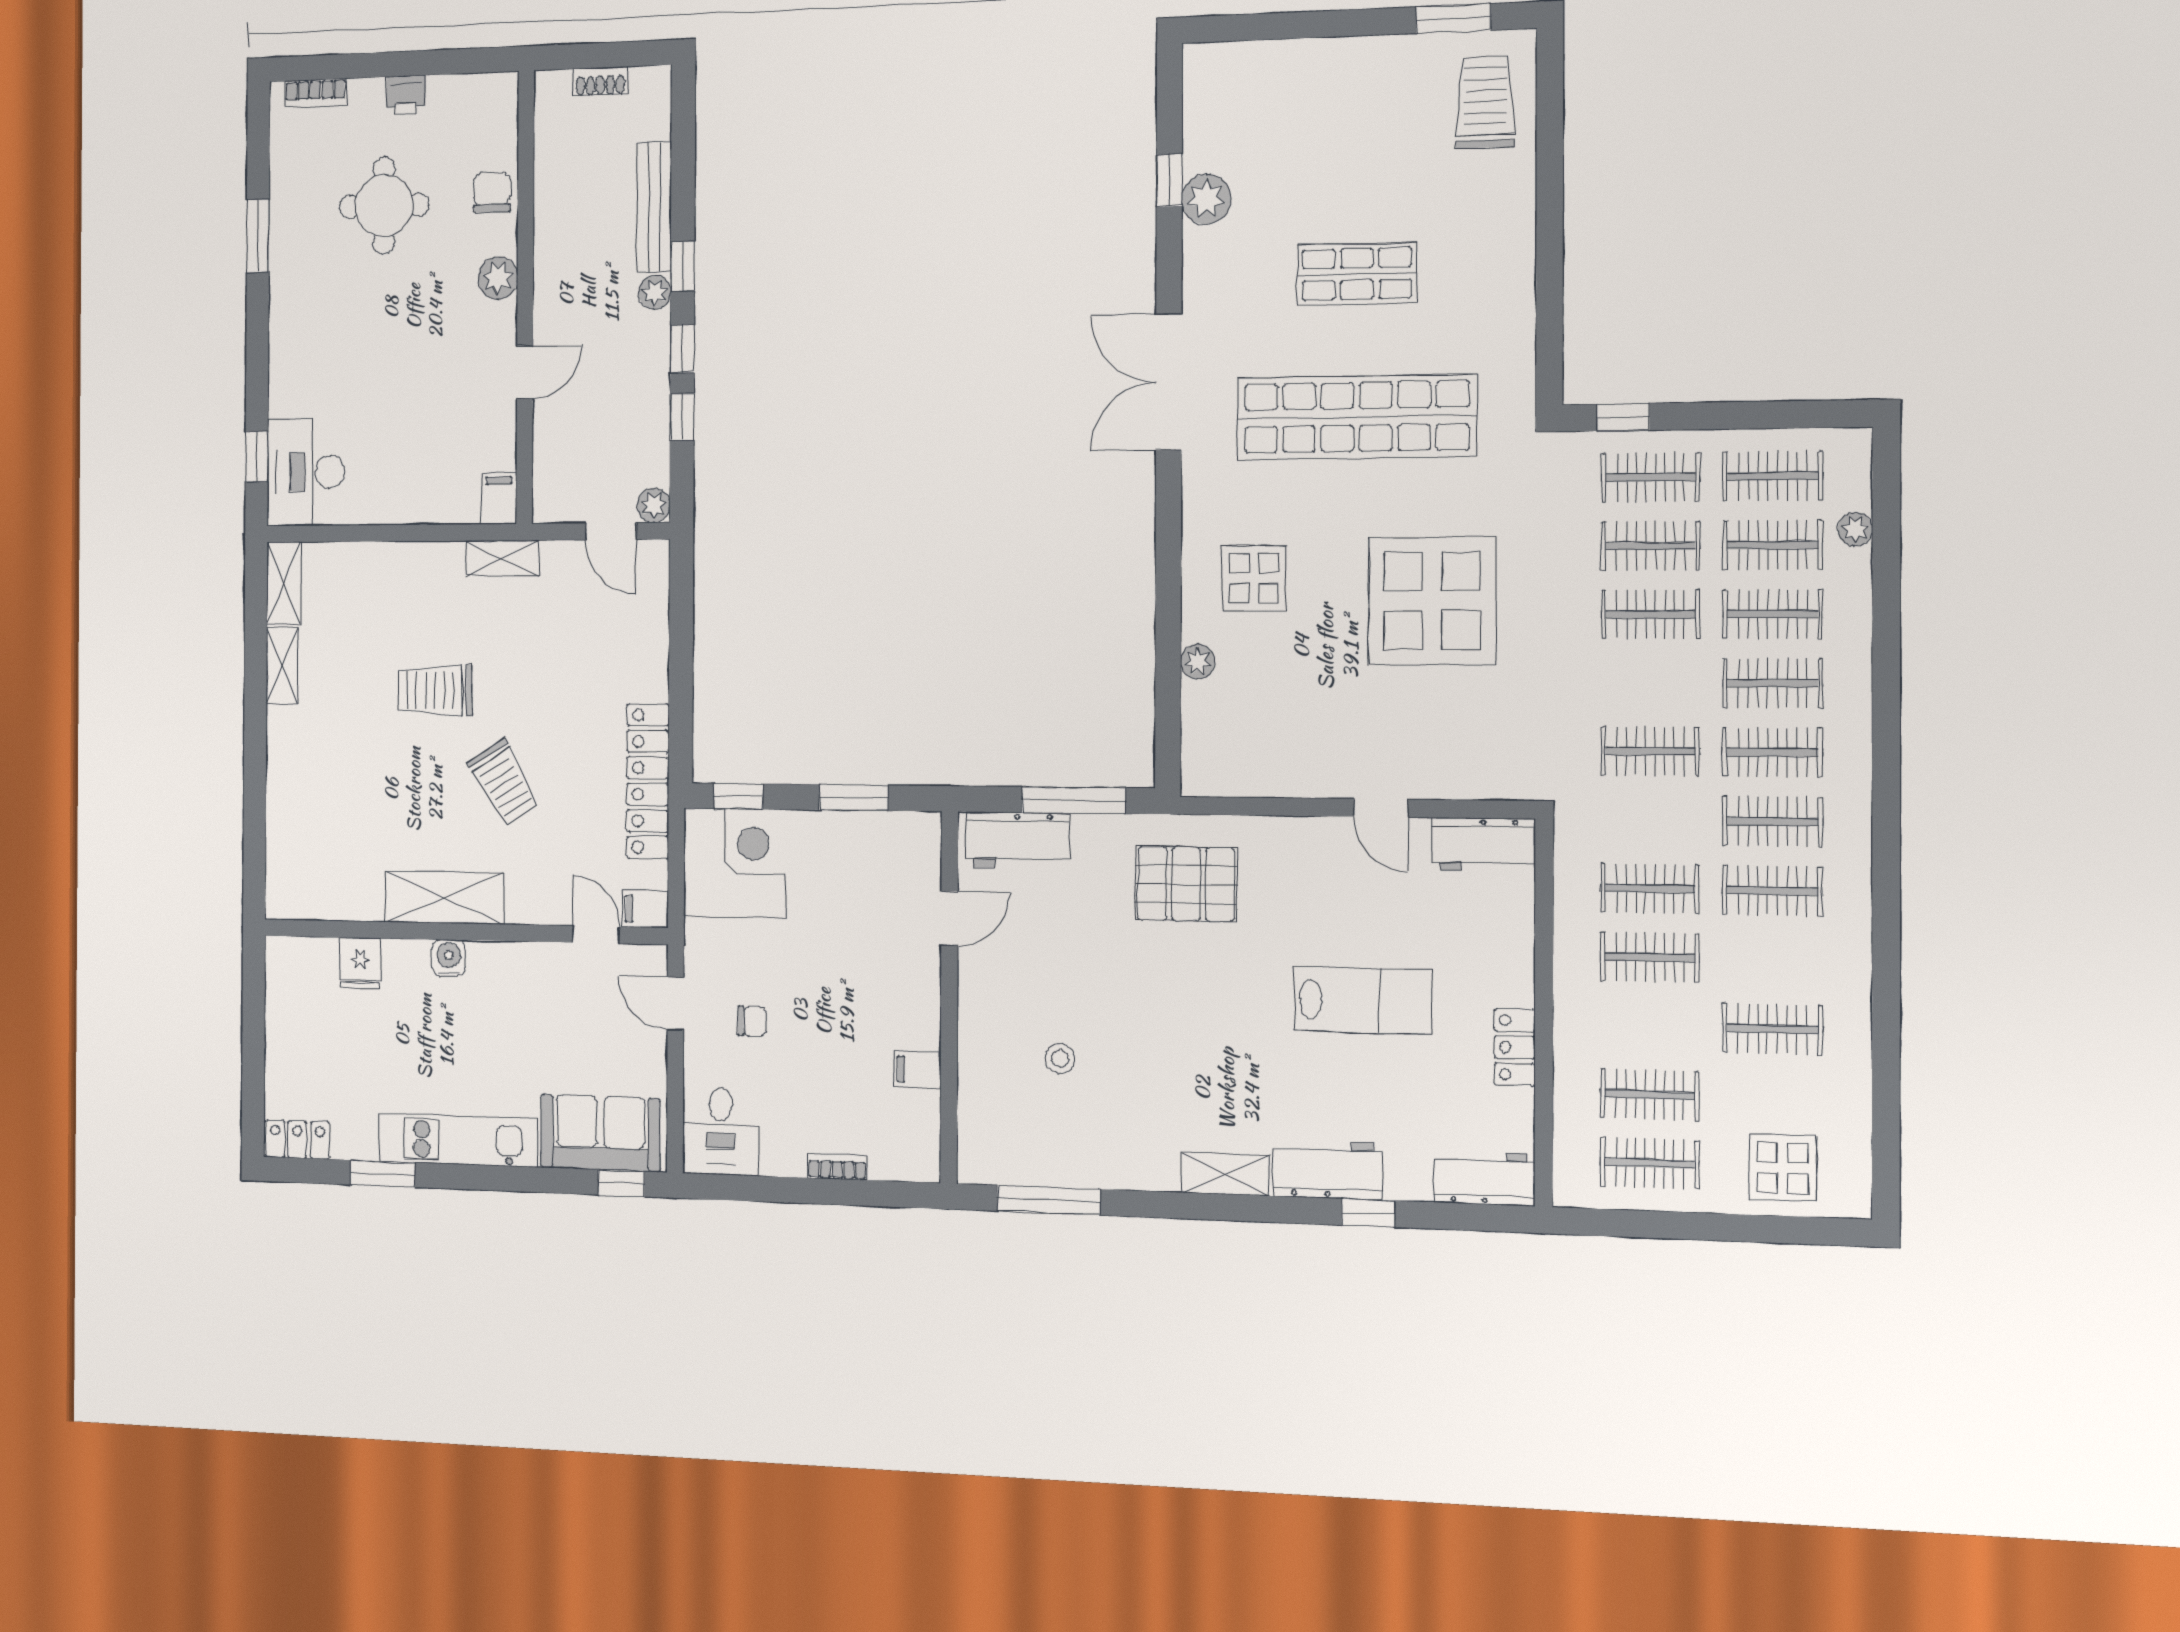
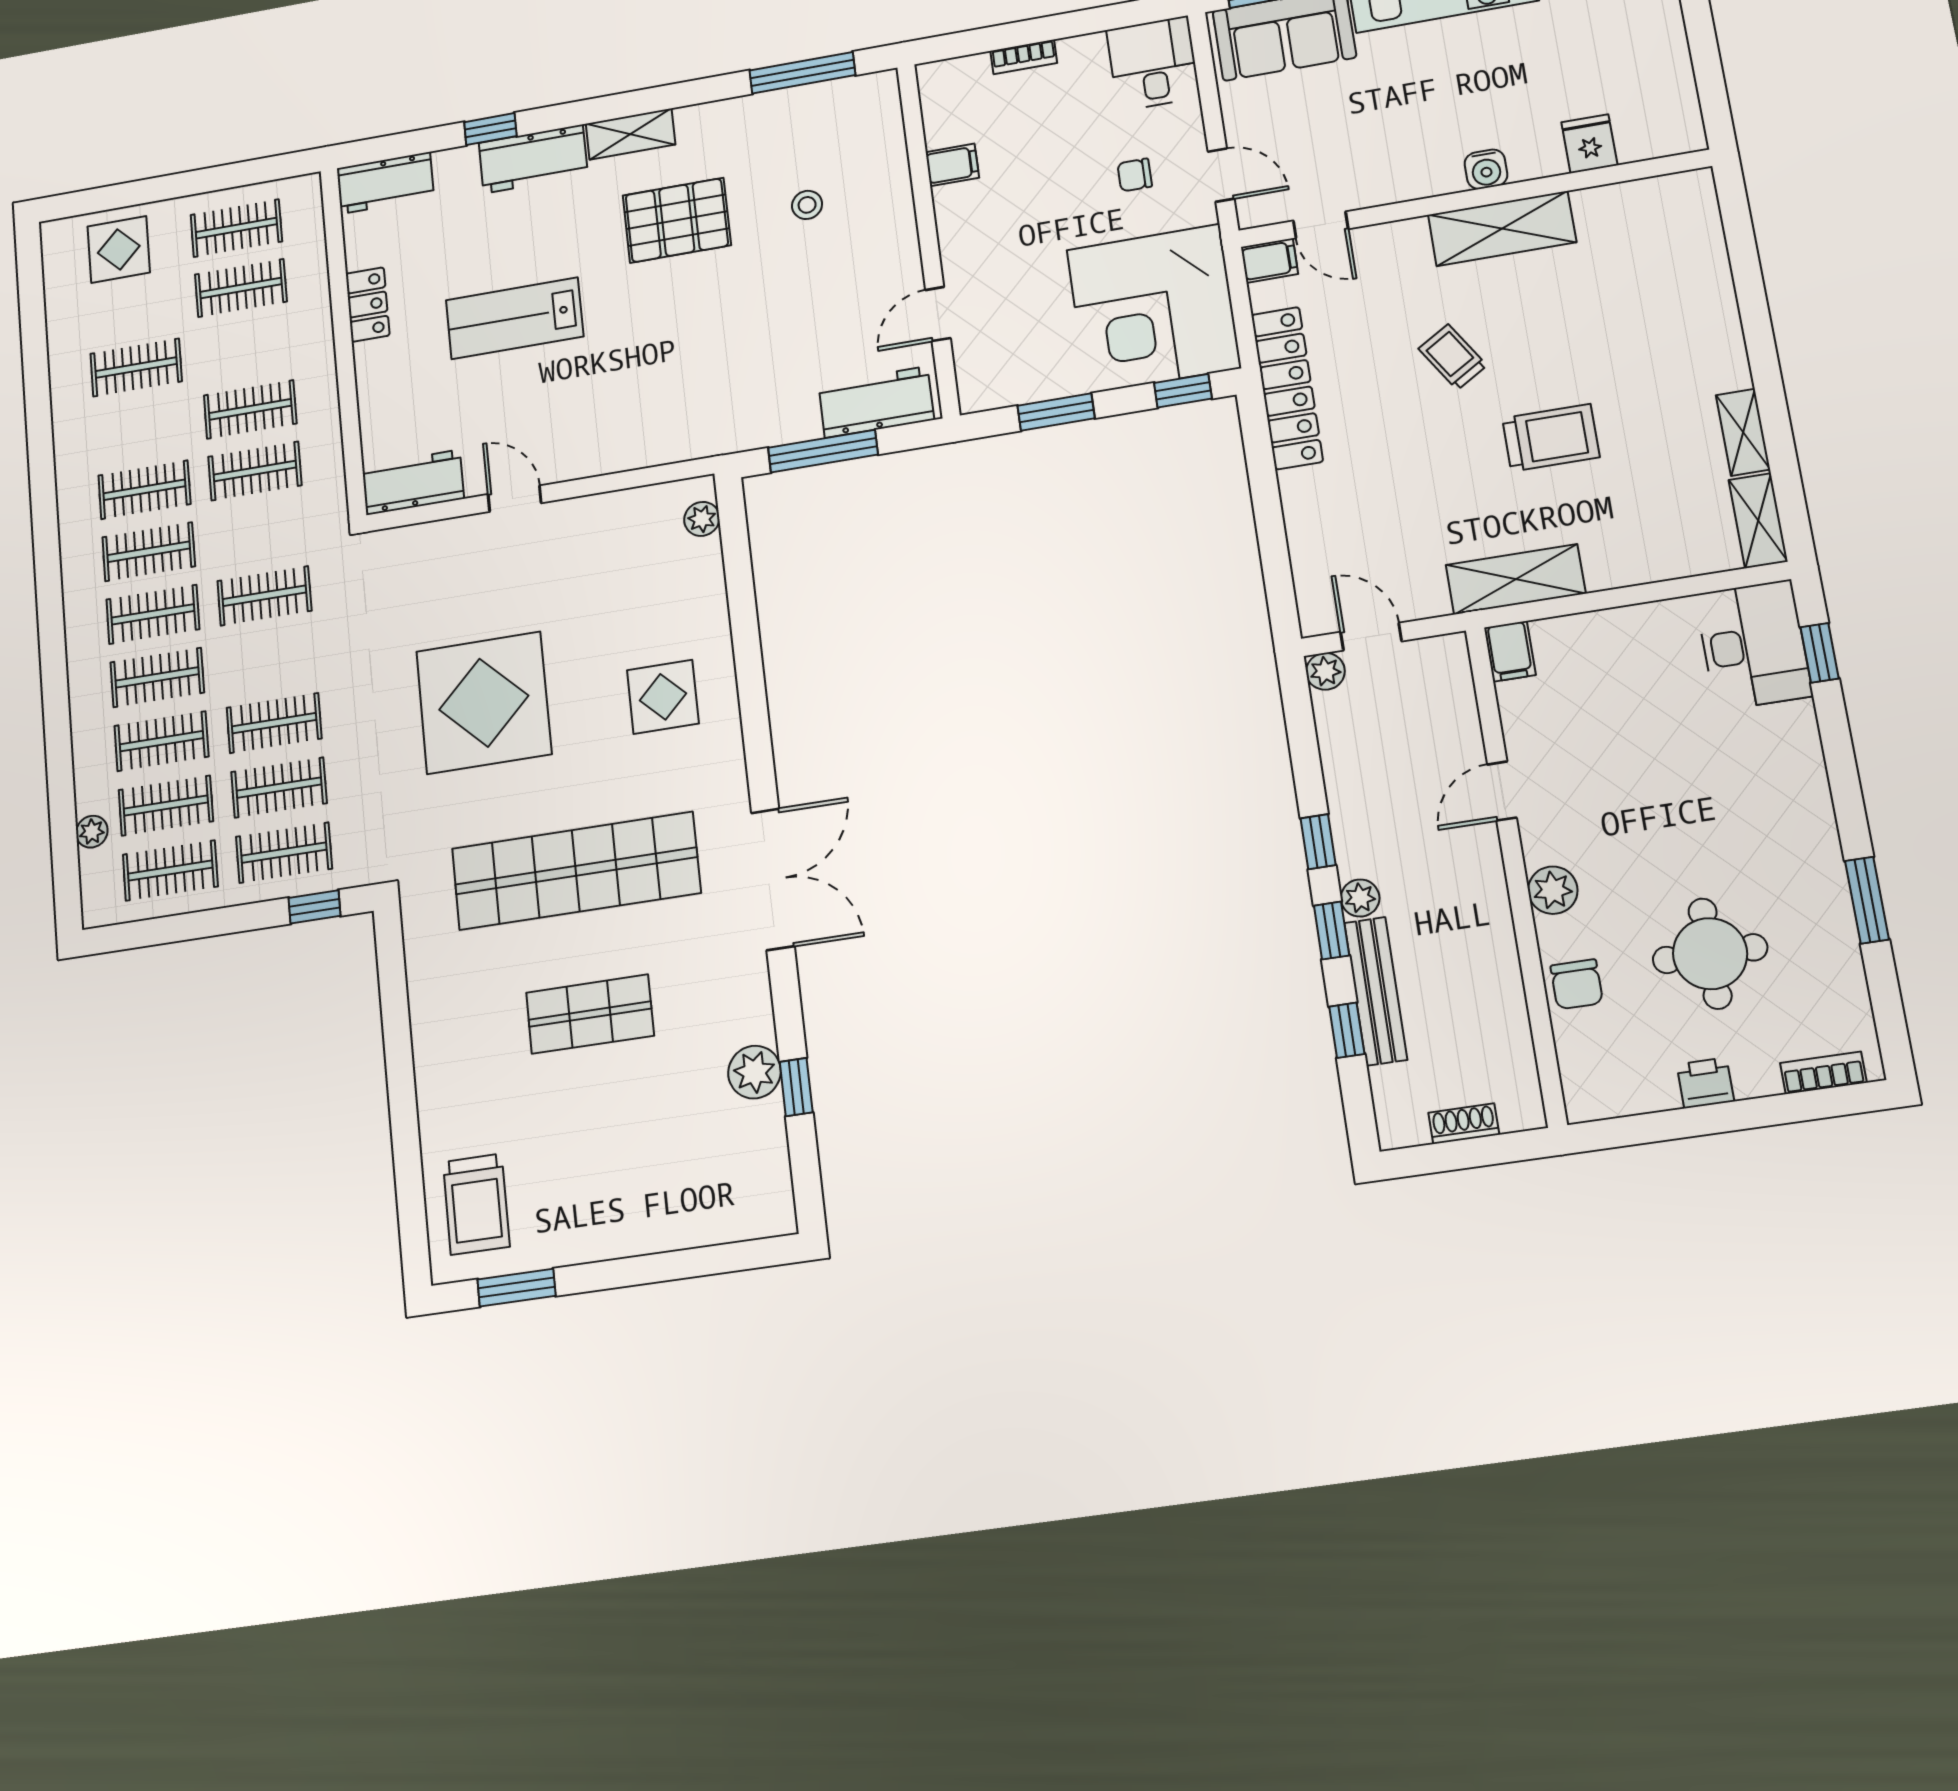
window: (682, 417) -> (1347, 1030), moved
shelving: (502, 558) -> (1516, 579), width x1.50, depth x1.33
plant: (1198, 662) -> (702, 519), moved
trolley: (504, 783) -> (1453, 357), width x0.73, depth x0.72
corner desk: (735, 863) -> (1154, 309), width x1.36, depth x1.36
pallet: (1186, 884) -> (677, 220), moved

